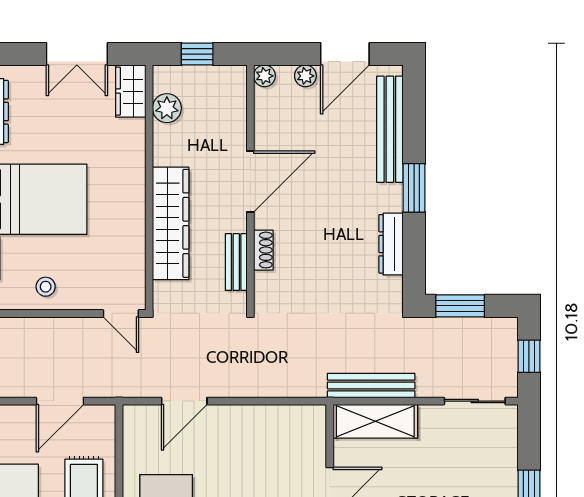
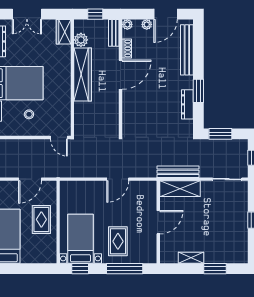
double door: (77, 54) -> (27, 14), moved
window: (414, 188) -> (198, 91), moved
wardrobe: (171, 223) -> (83, 74), moved
shoe rack: (263, 250) -> (127, 49), moved
bench: (236, 262) -> (114, 33), moved
stool: (46, 287) -> (29, 114), moved
door: (184, 401) -> (118, 179), moved

